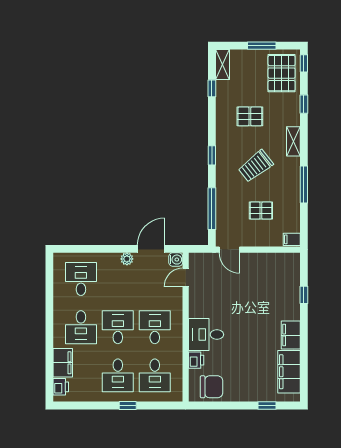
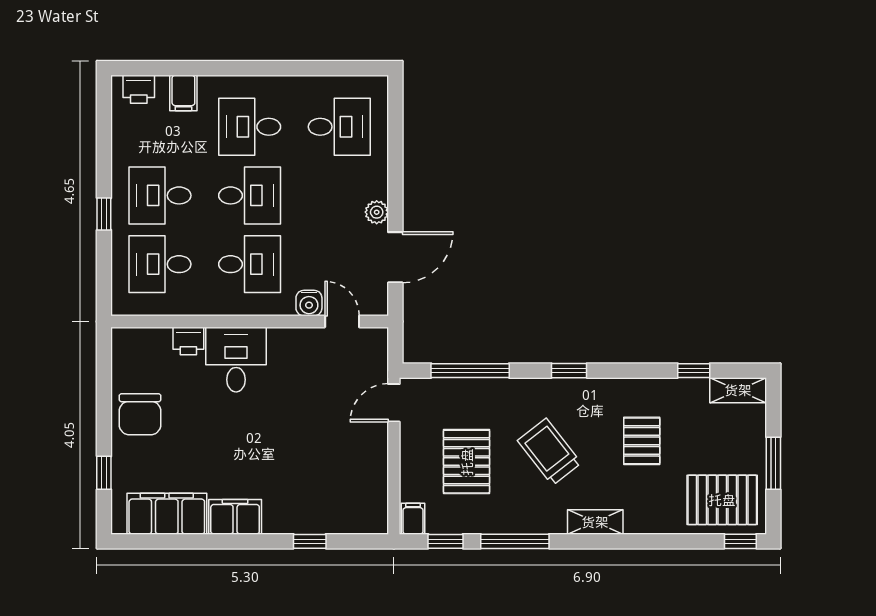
window: (304, 104) -> (446, 541), moved
pallet: (261, 211) -> (467, 462), width x1.50, depth x1.42
door: (151, 249) -> (395, 257), hinge flipped
water cooler: (176, 260) -> (309, 303), moved
filing cabinet: (63, 363) -> (183, 93), width x0.50
chair: (212, 387) -> (140, 414), moved

